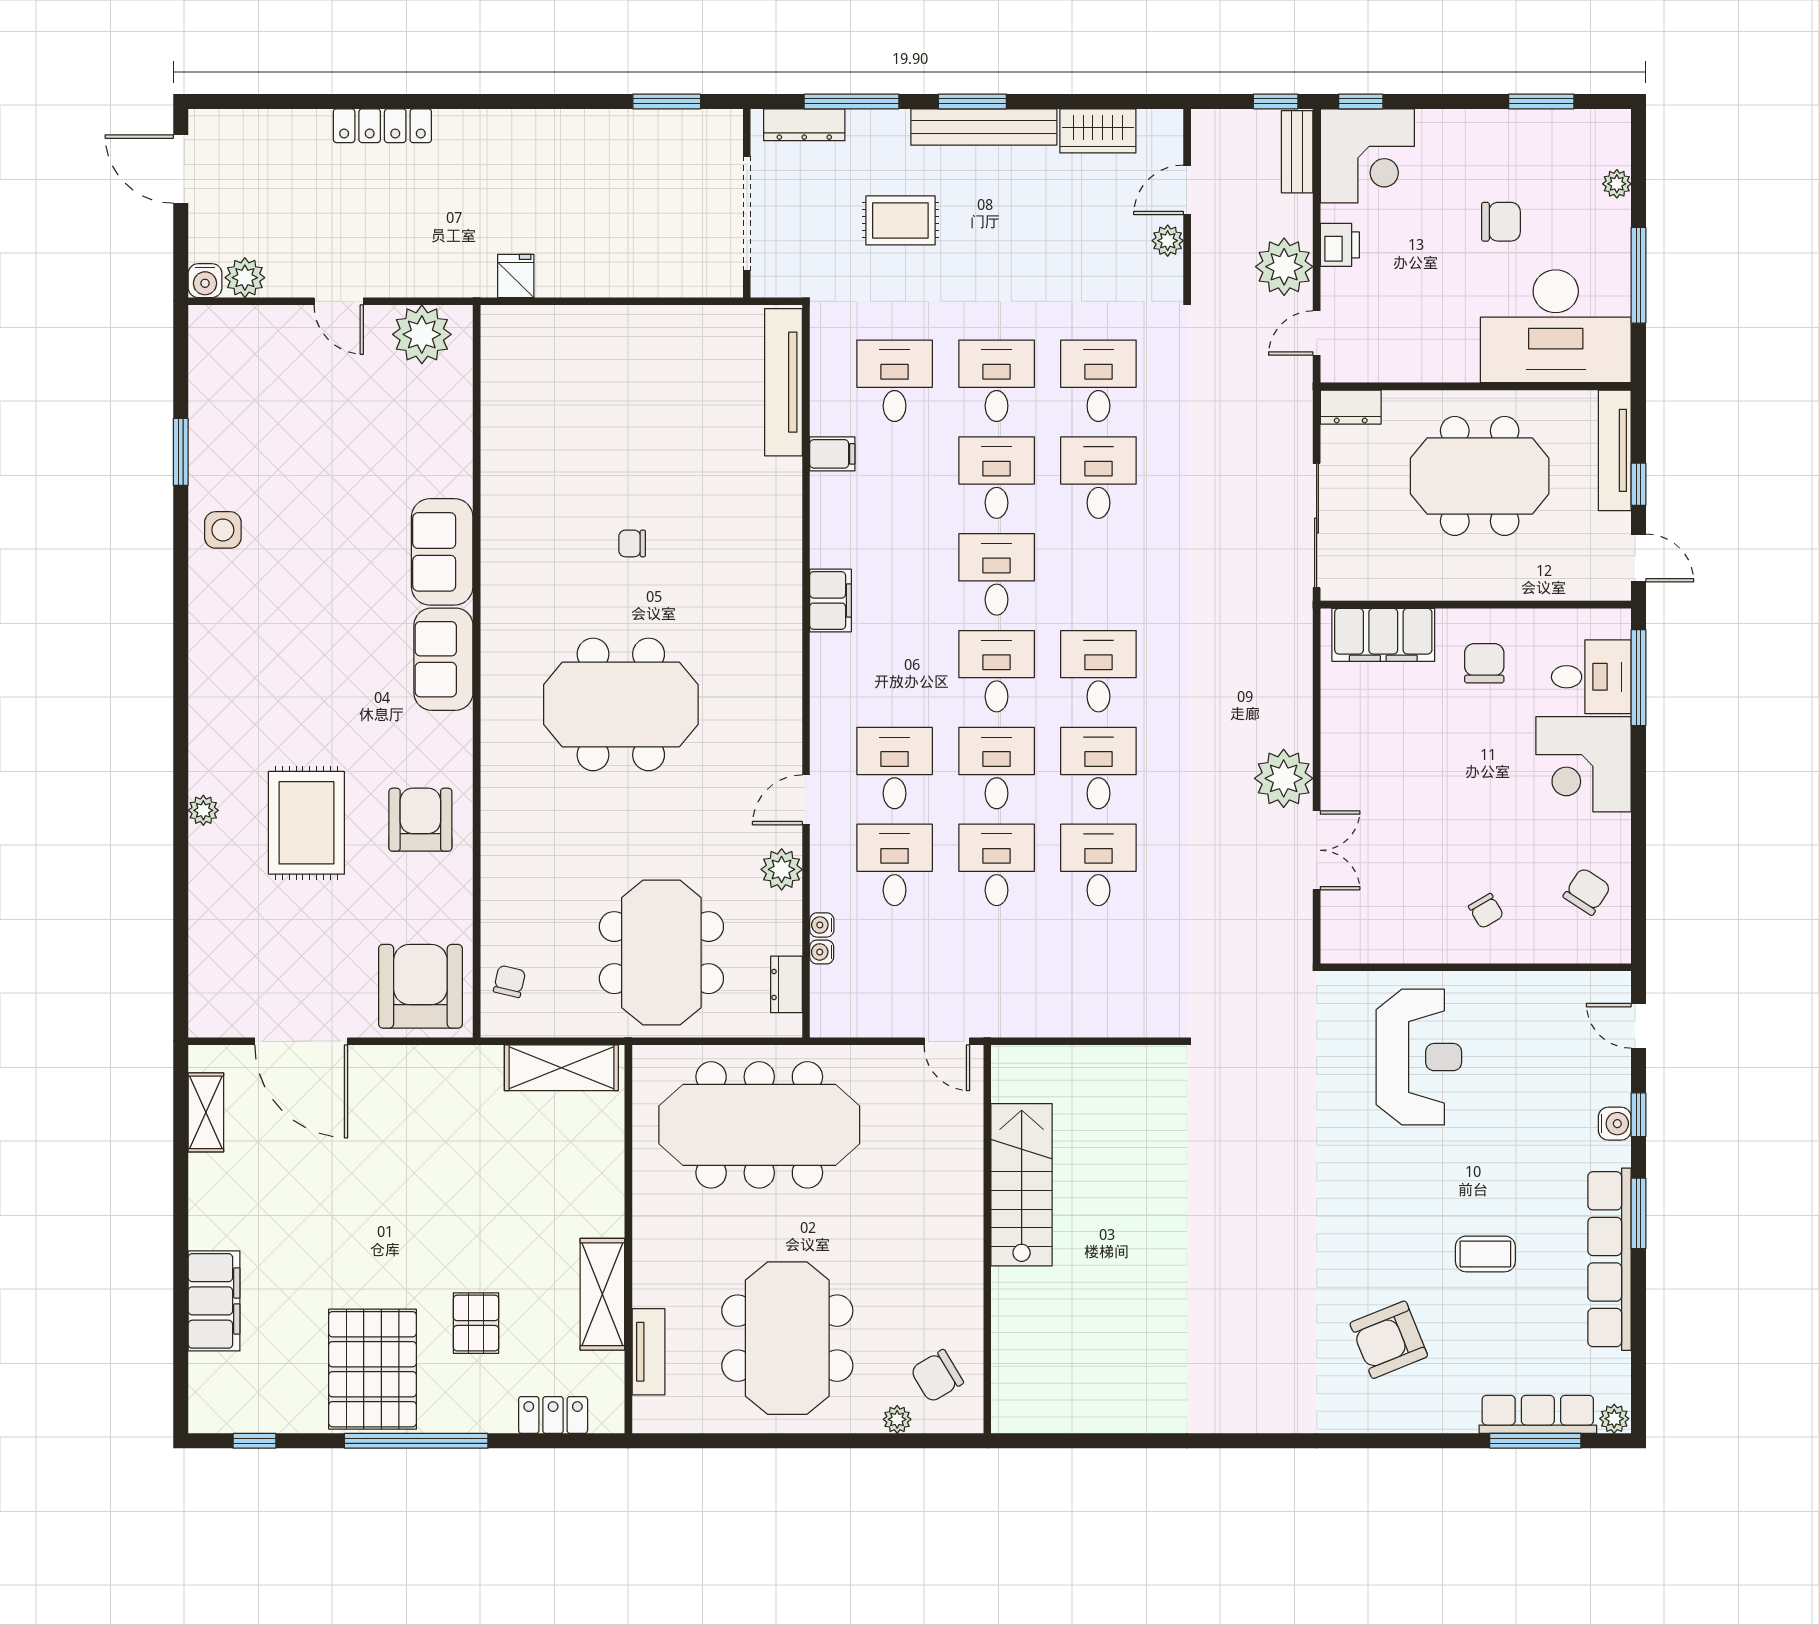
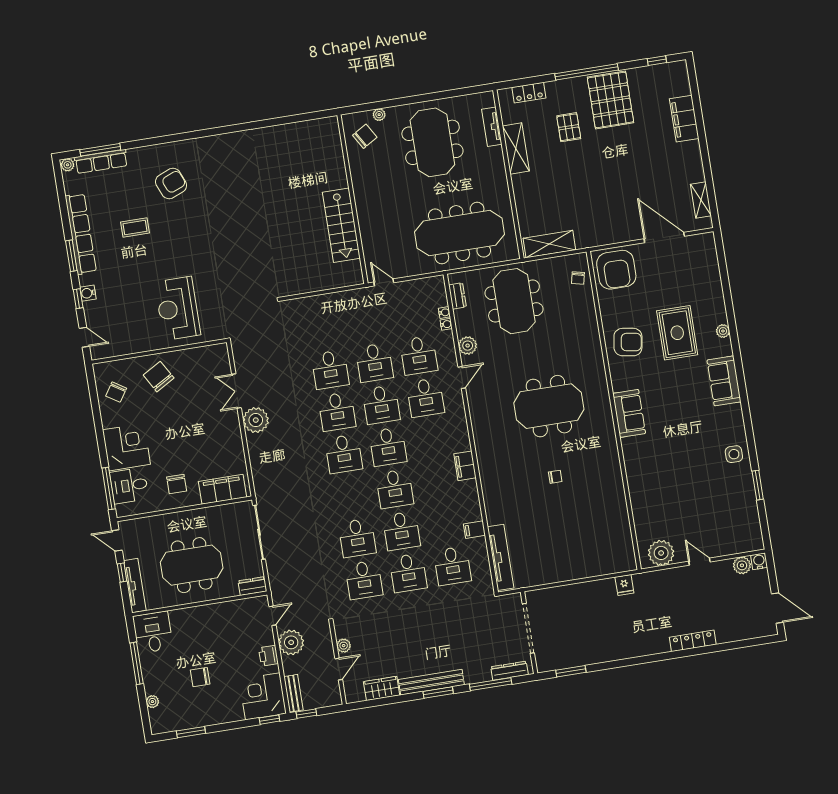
rug: (900, 220) -> (461, 636), removed
desk: (1556, 326) -> (153, 632), width x0.53, depth x0.77
sofa: (442, 552) -> (724, 381), moved, turned 180
armchair: (420, 820) -> (628, 342), turned -81
chair: (1486, 911) -> (159, 377), width x1.87, depth x1.87

